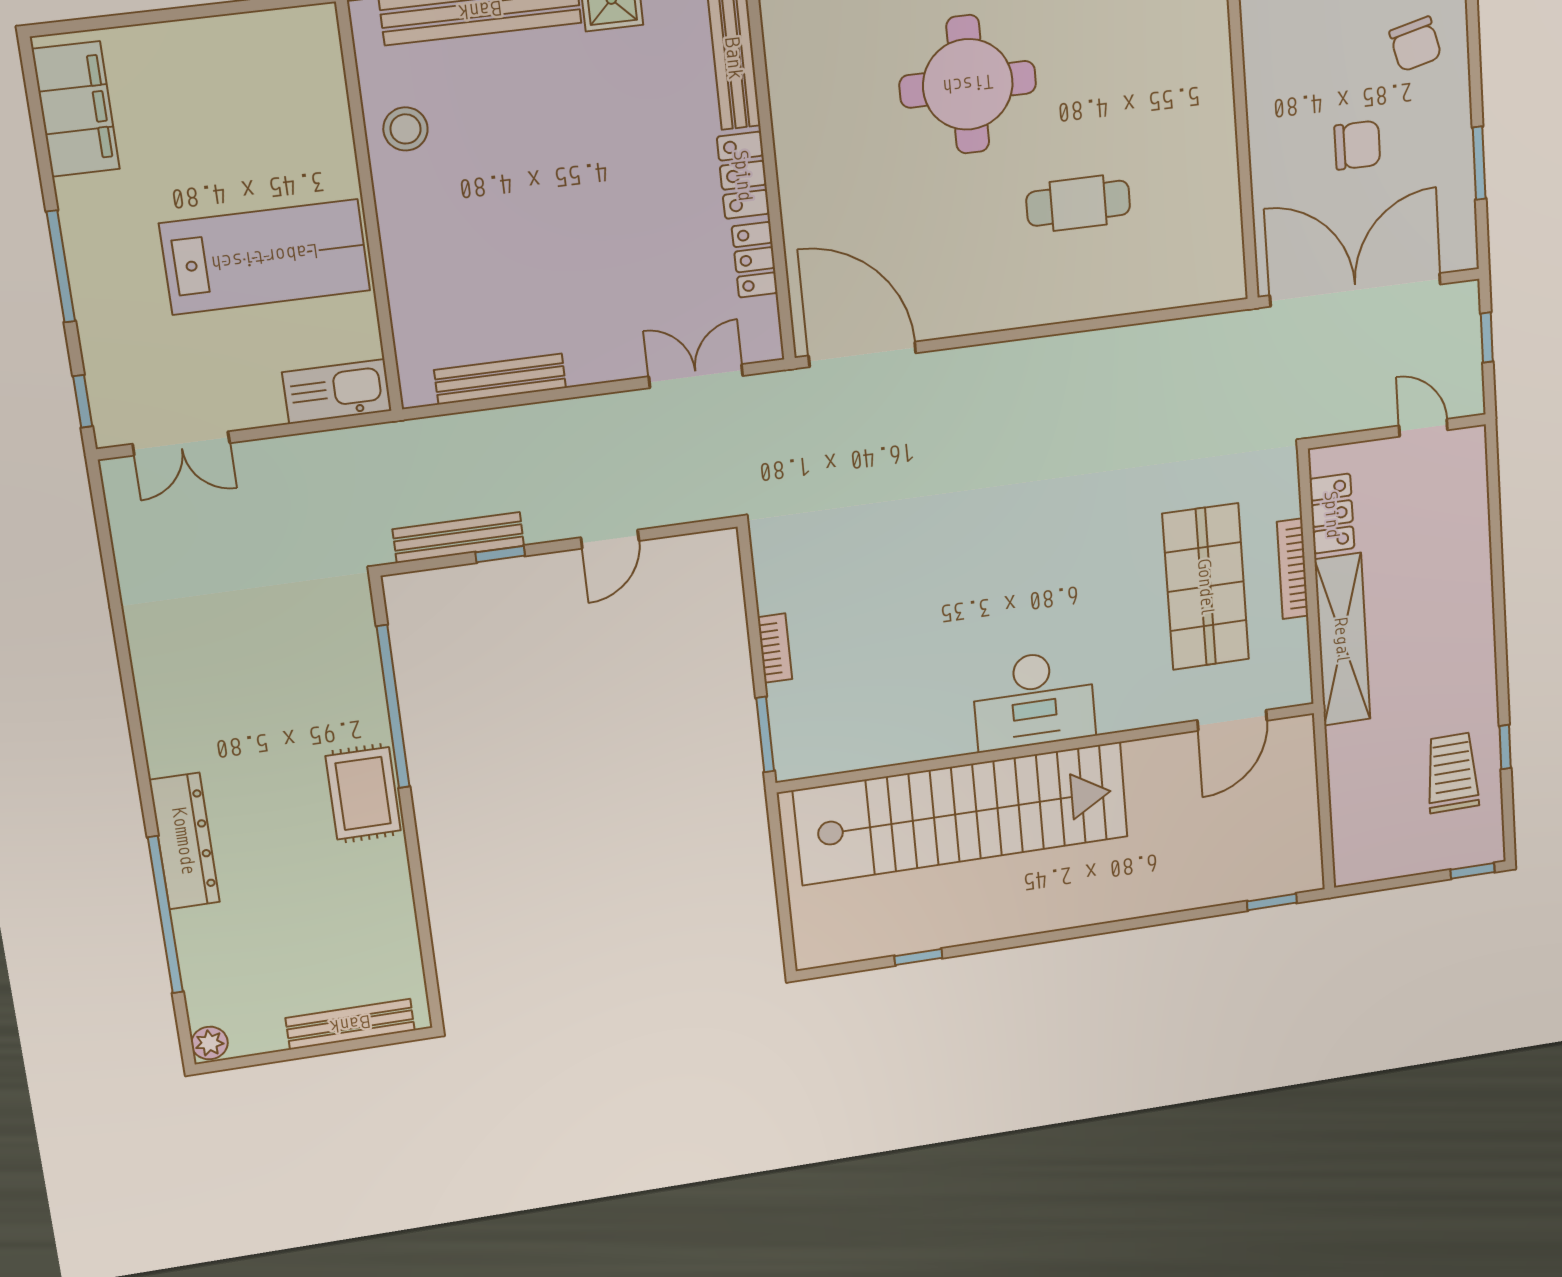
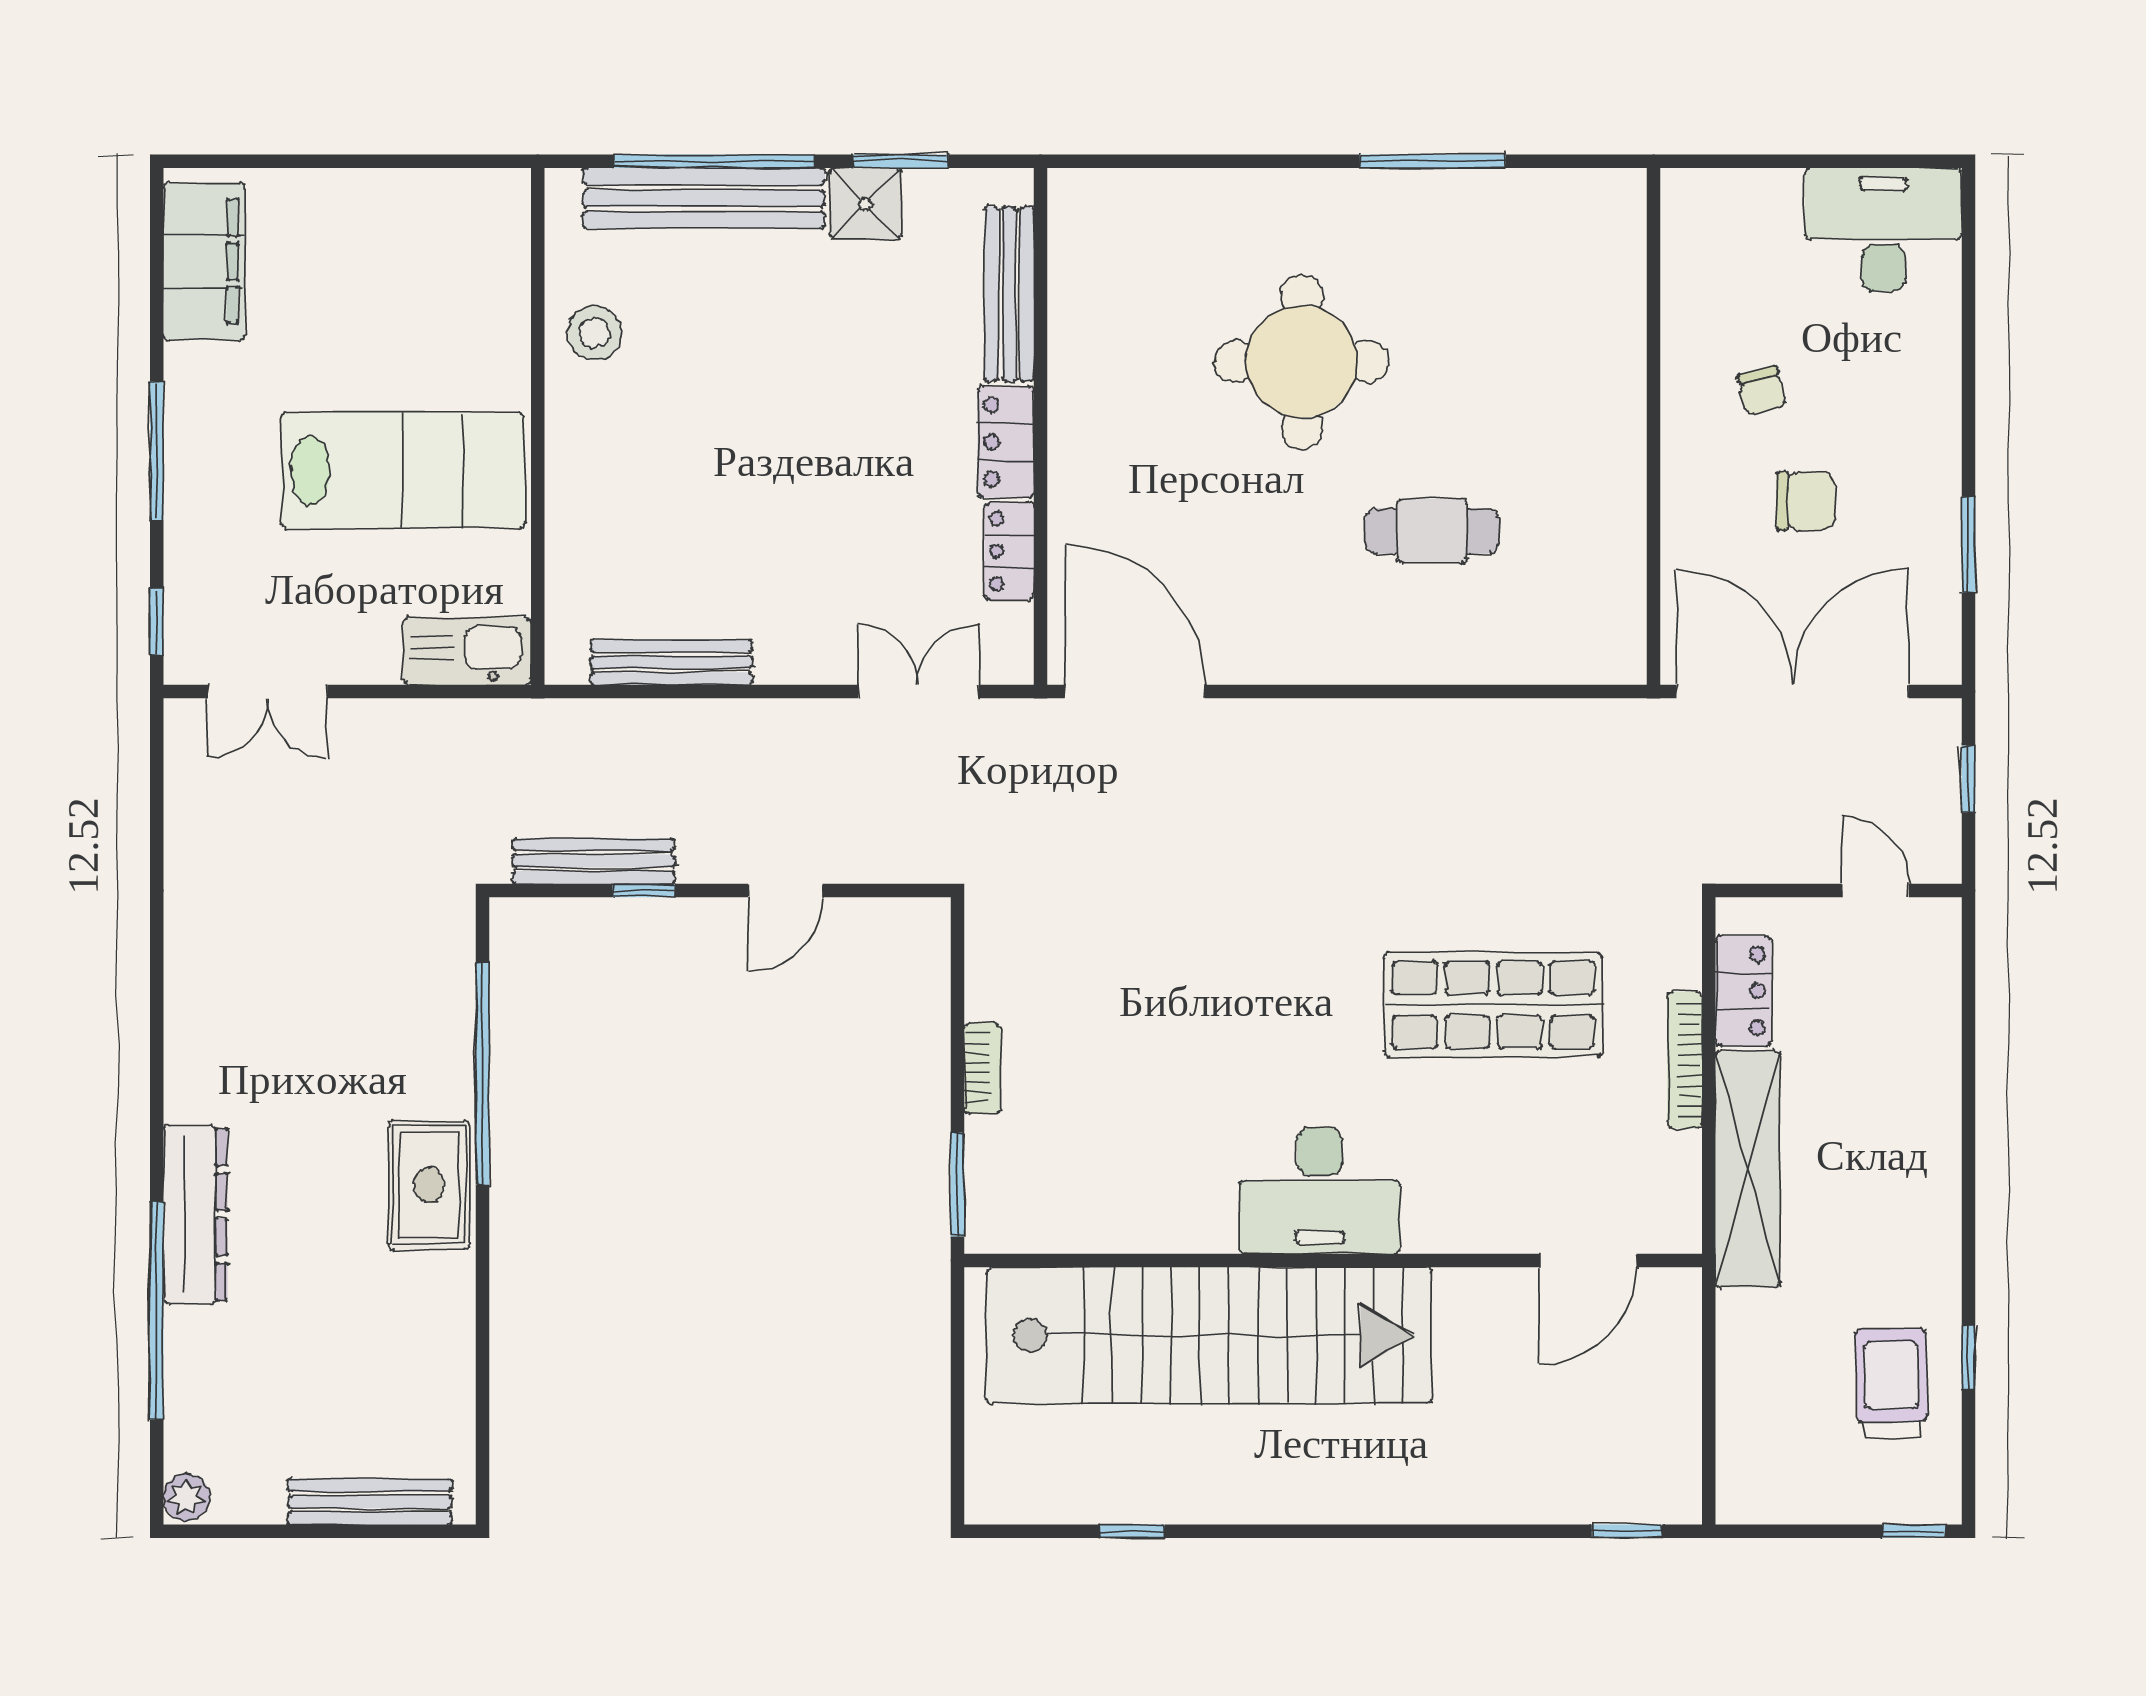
chair: (1415, 44) -> (1762, 391), moved, width x0.73, depth x0.73
shop shelf: (1206, 587) -> (1493, 1005), moved, turned 90

